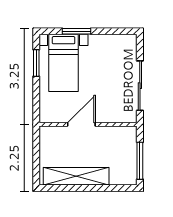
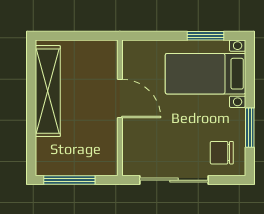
window: (76, 31) -> (250, 128), moved
chair: (120, 51) -> (222, 153), added

